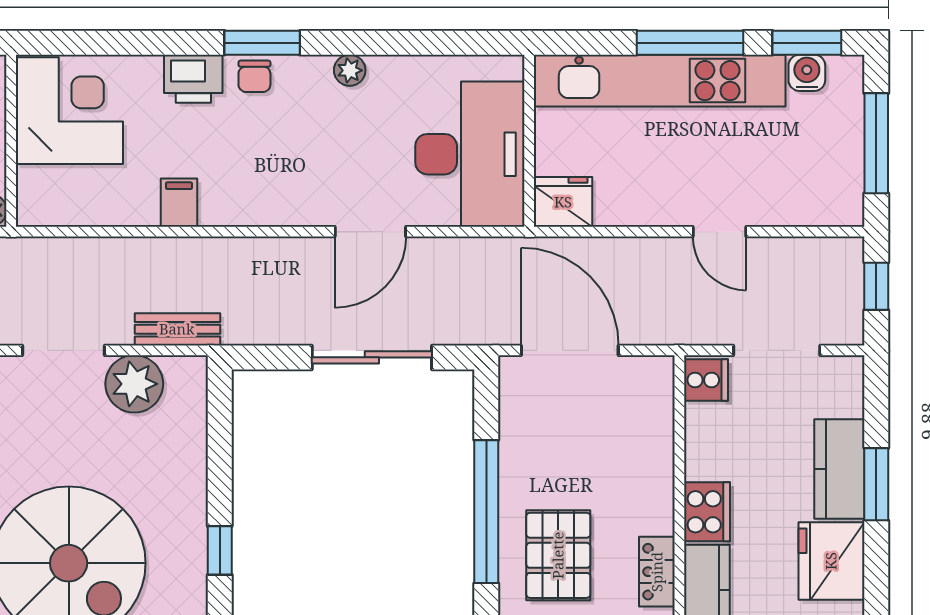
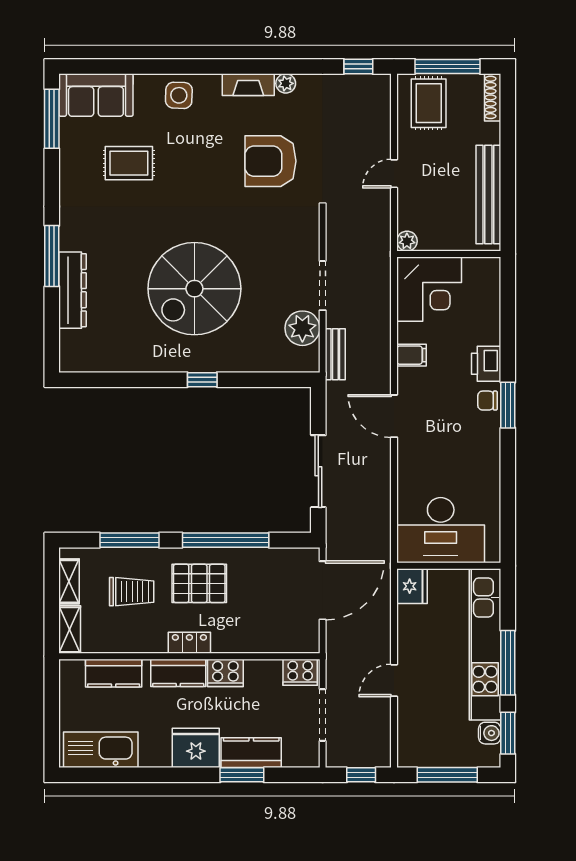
plant: (350, 70) -> (491, 458), removed
corner desk: (69, 111) -> (429, 289), moved
door: (370, 232) -> (394, 416), moved
cooker: (706, 380) -> (300, 672), width x1.36

